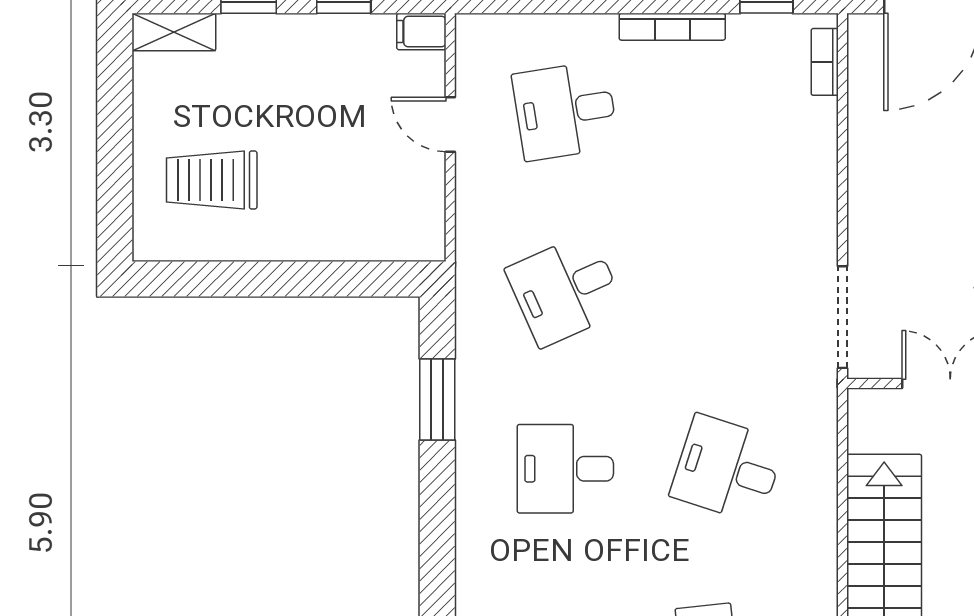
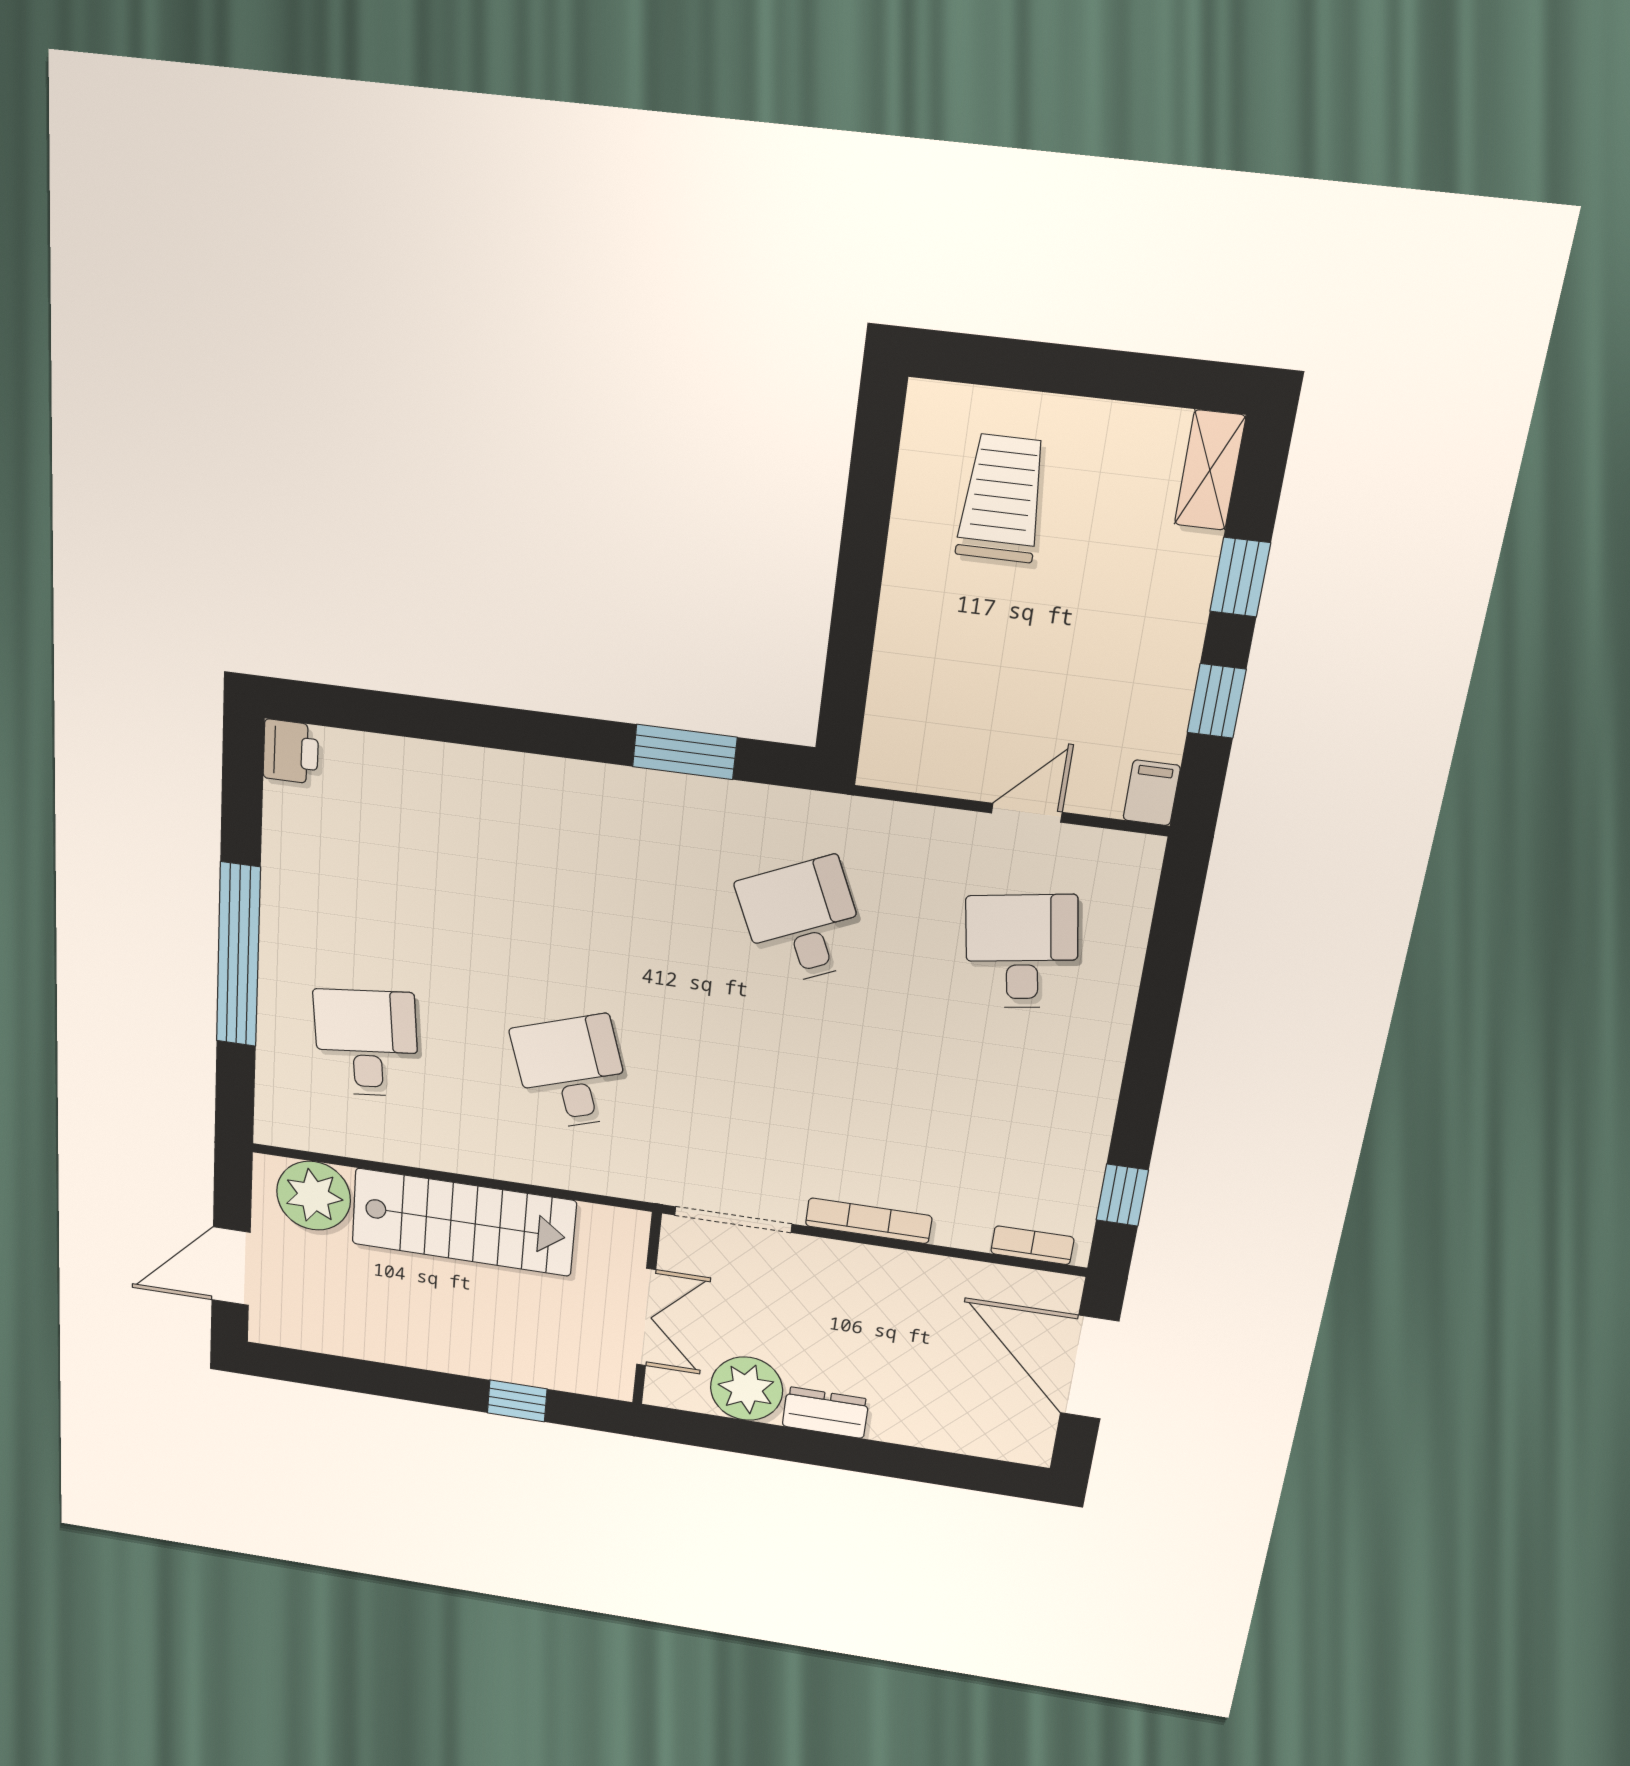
bookcase: (672, 27) -> (869, 1221), moved, turned 90
desk: (565, 469) -> (587, 892), removed
desk: (727, 469) -> (571, 1073), turned -36

